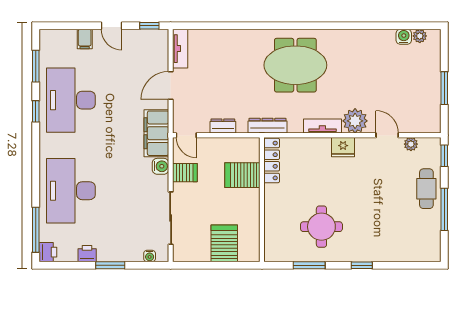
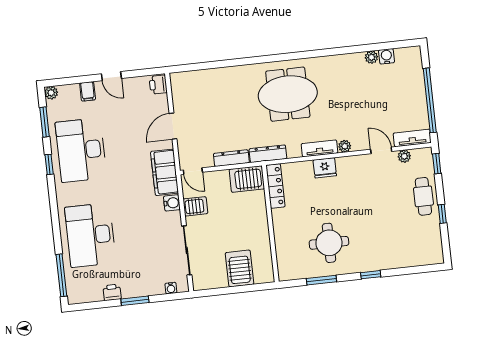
window: (149, 26) -> (147, 72), removed
plant: (46, 36) -> (51, 93), added
plant: (420, 36) -> (371, 57), moved
tv unit: (180, 49) -> (412, 138), moved, turned -90
window: (444, 88) -> (430, 100), width x2.11
plant: (355, 121) -> (345, 146), width x0.53, depth x0.53
dresser: (223, 126) -> (231, 158), width x1.44
fridge: (343, 147) -> (325, 168), moved
server rack: (242, 175) -> (247, 179), moved
window: (444, 209) -> (442, 214), width x0.46
printer: (48, 252) -> (158, 85), moved, turned 180

